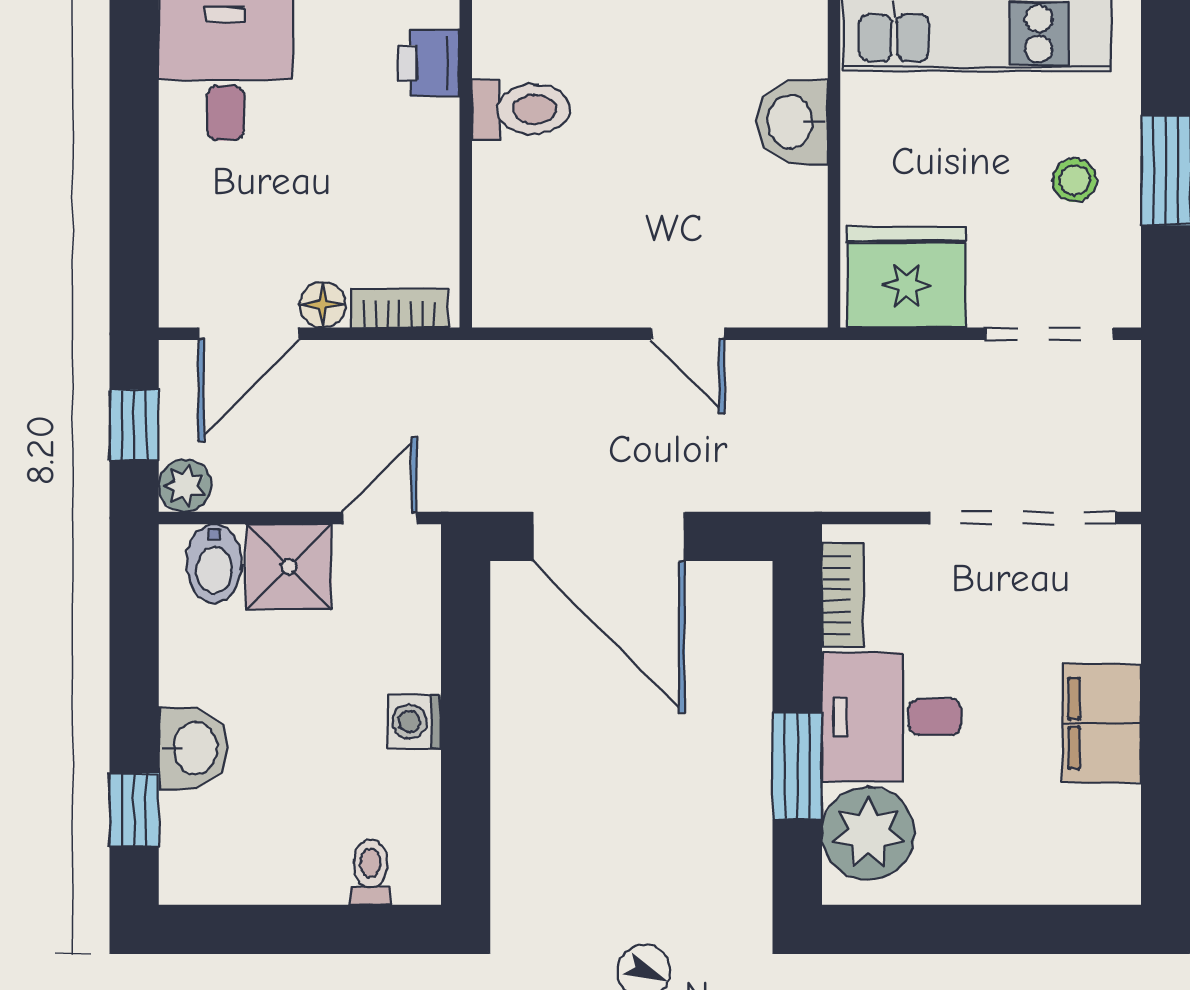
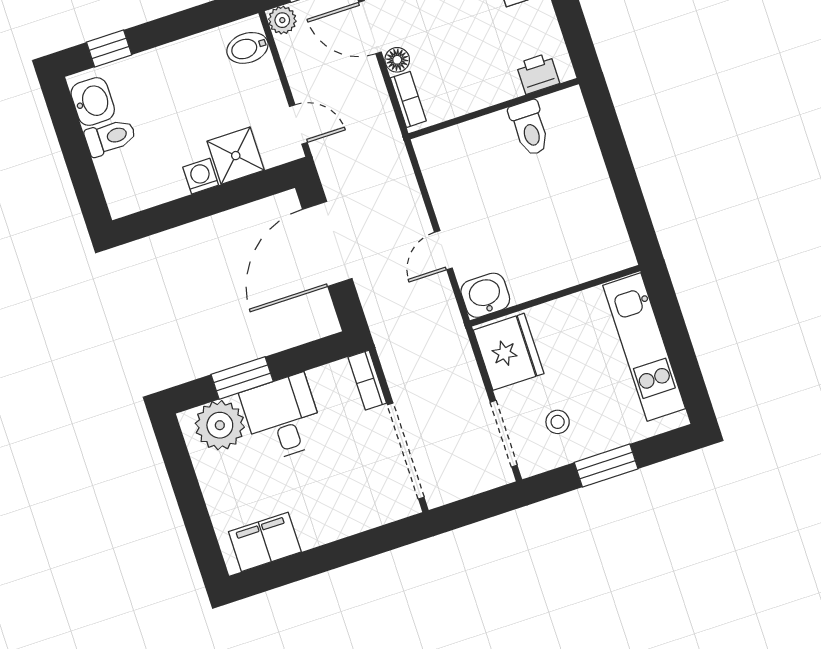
washbasin: (792, 122) -> (485, 295), moved
stool: (1075, 180) -> (558, 422), moved
shower: (289, 567) -> (236, 156), moved
bookcase: (843, 595) -> (367, 380), moved, turned 90
filing cabinet: (1102, 723) -> (265, 542), moved
washbasin: (194, 748) -> (93, 102), moved, turned -90
toilet: (370, 872) -> (110, 137), moved, width x1.37, depth x1.39

